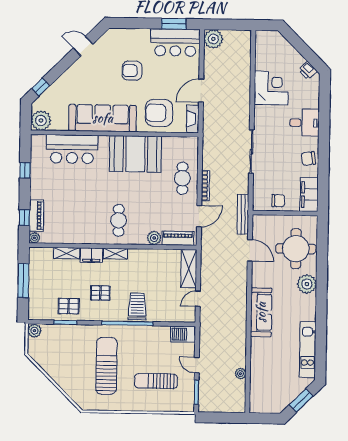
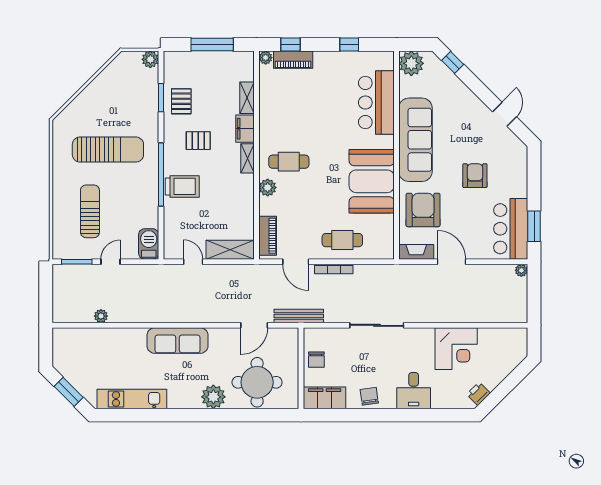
plant: (213, 39) -> (521, 270), width x0.53, depth x0.53
plant: (154, 238) -> (268, 188), moved
pallet: (100, 293) -> (198, 141), turned 90

